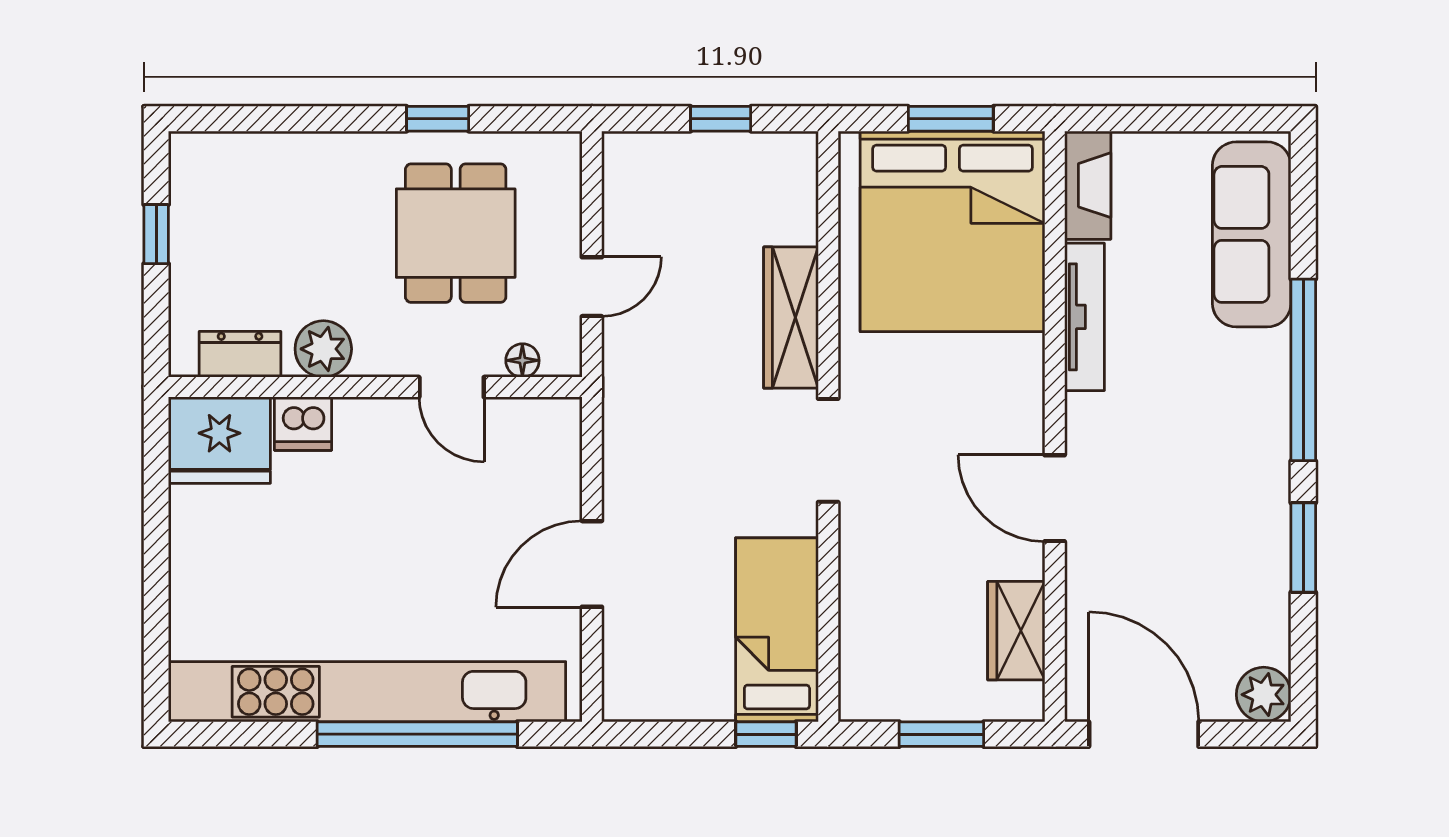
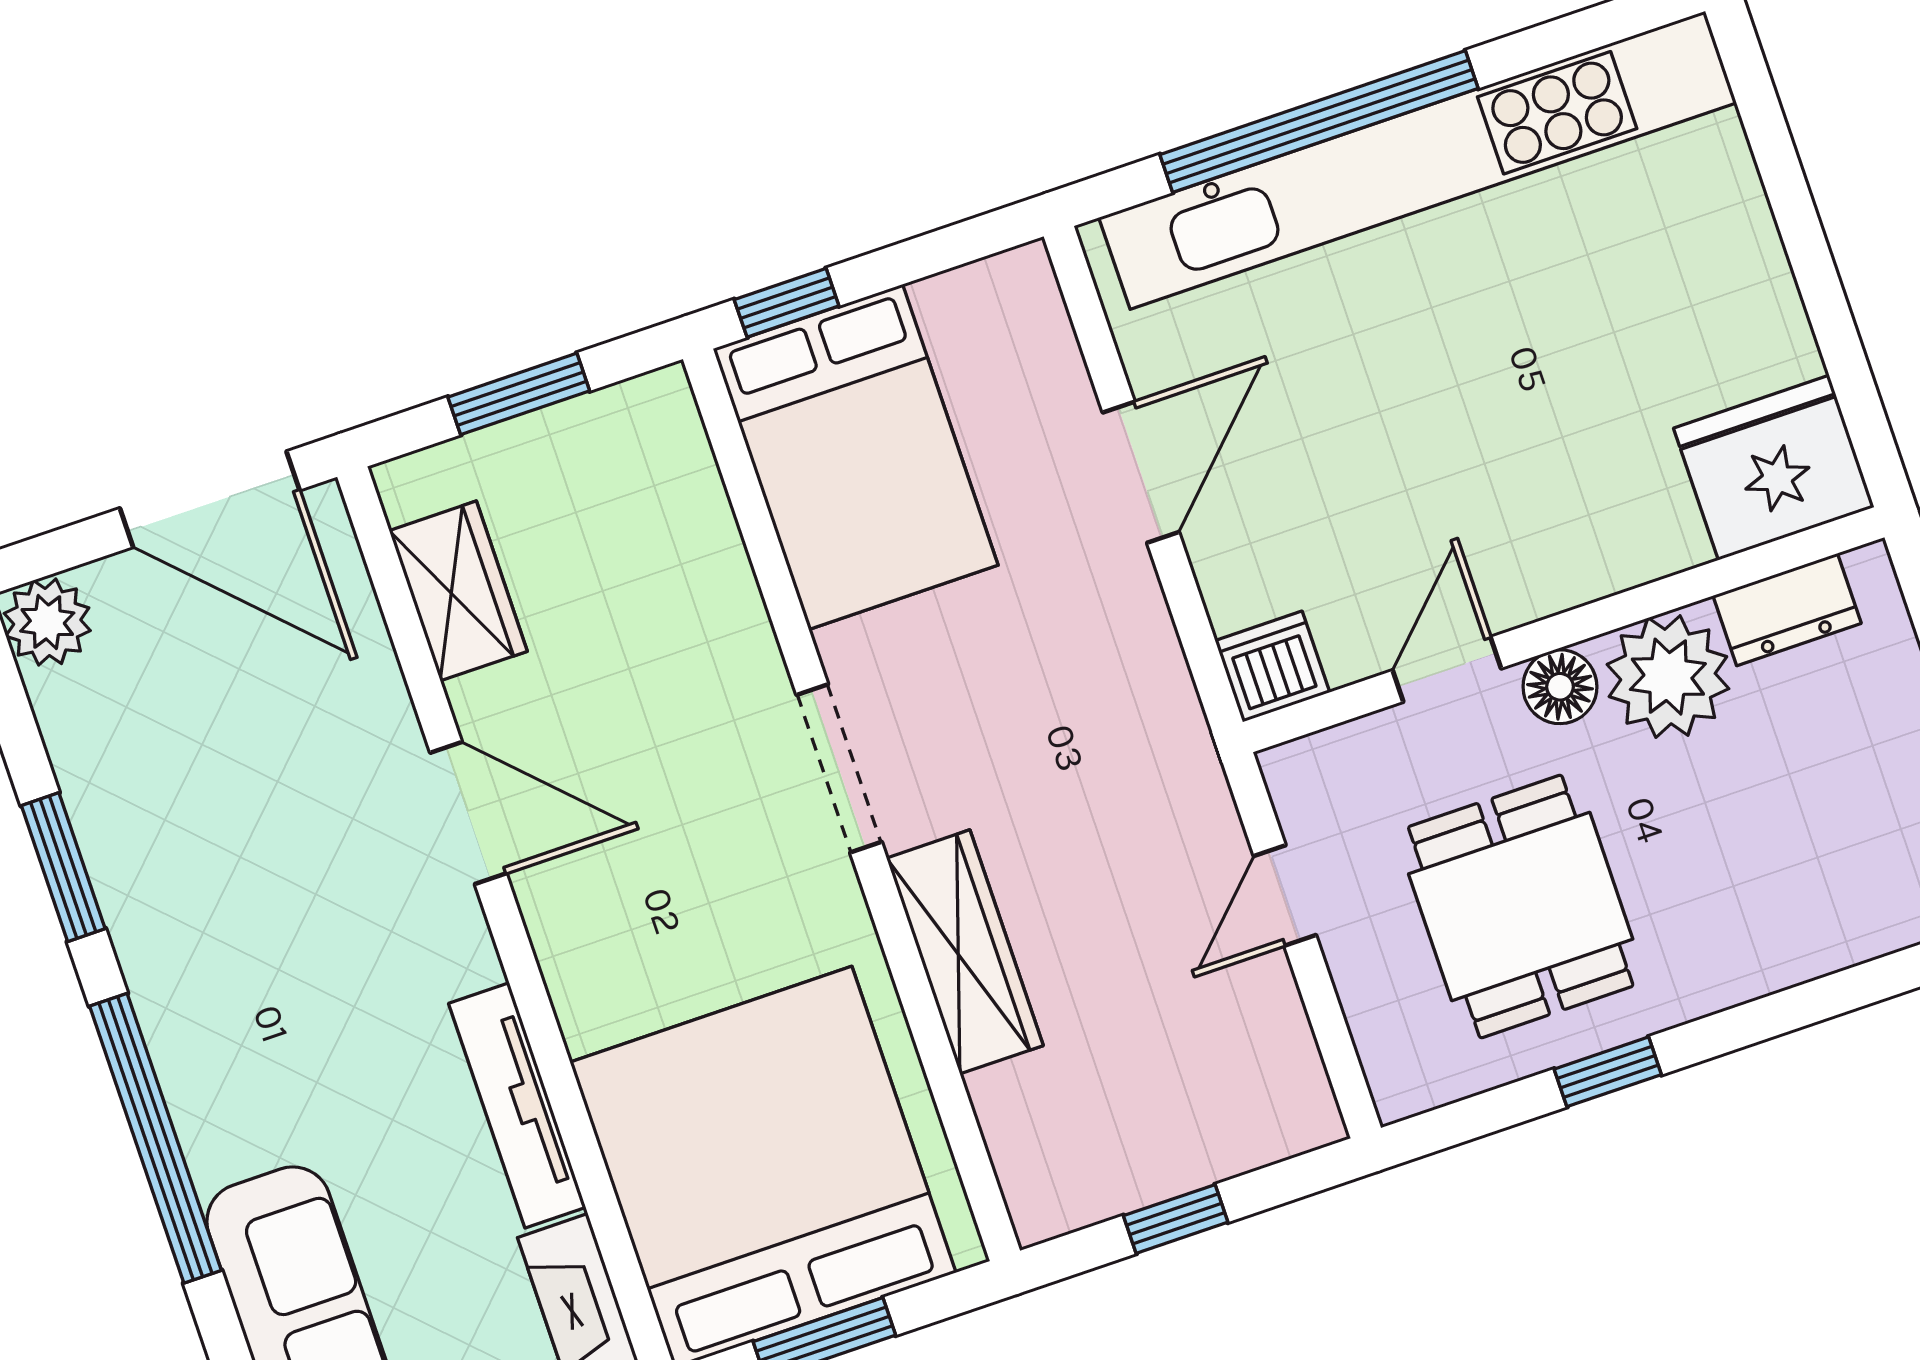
plant: (323, 349) -> (1668, 677), width x1.36, depth x1.36
floor lamp: (522, 360) -> (1560, 687), moved, width x1.37, depth x1.37
door: (452, 387) -> (1447, 669), hinge flipped
dishwasher: (303, 424) -> (1272, 667), moved
bed: (777, 630) -> (856, 457), width x1.50

